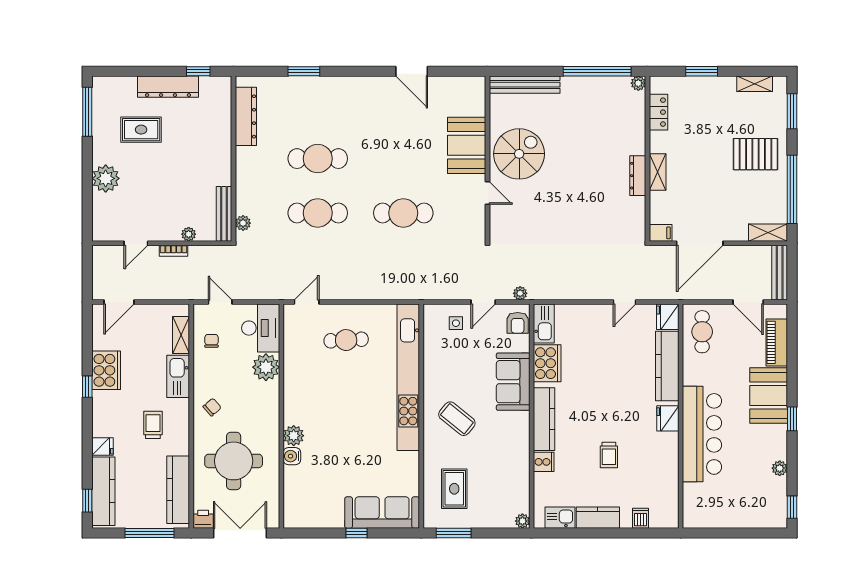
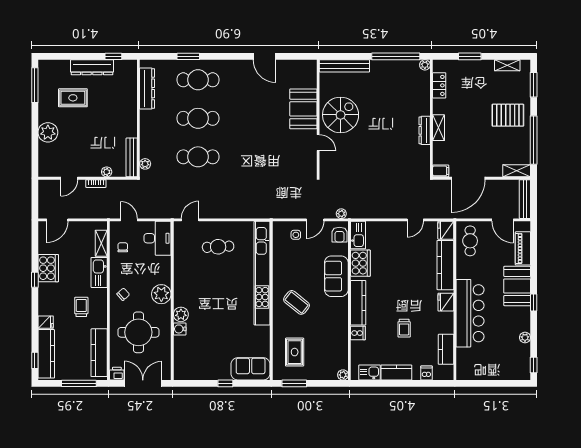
cafe table: (403, 213) -> (198, 80), moved
plant: (266, 367) -> (161, 294), moved
kitchen counter: (668, 485) -> (446, 349), added
sofa: (382, 513) -> (251, 369), width x0.73

